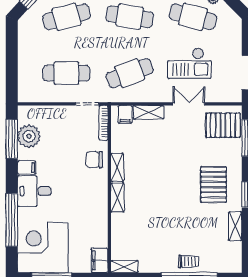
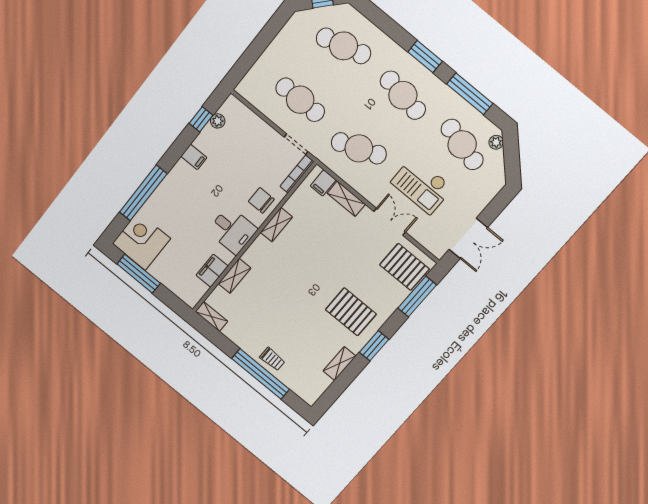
plant: (29, 136) -> (218, 121), width x0.53, depth x0.53
window: (12, 139) -> (201, 119), width x0.46
pallet: (214, 185) -> (351, 312), turned 90
desk: (34, 191) -> (232, 230), moved, turned 180
shelving: (117, 197) -> (235, 276), moved
corner desk: (43, 248) -> (141, 241), width x0.74, depth x0.74
filing cabinet: (100, 260) -> (212, 271), moved

